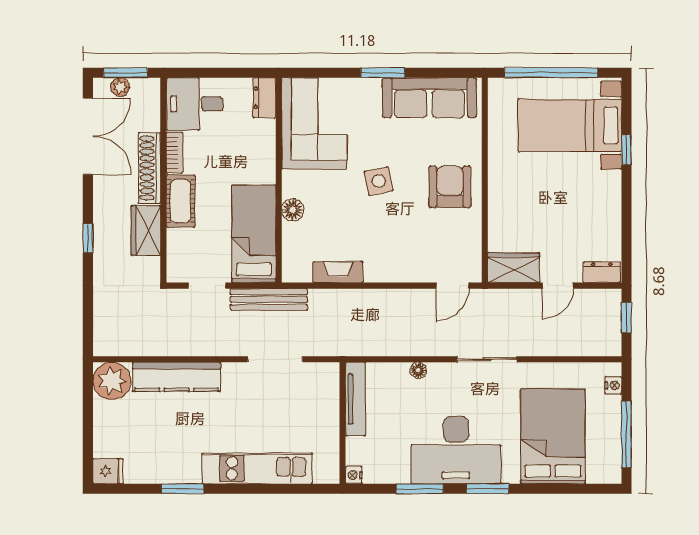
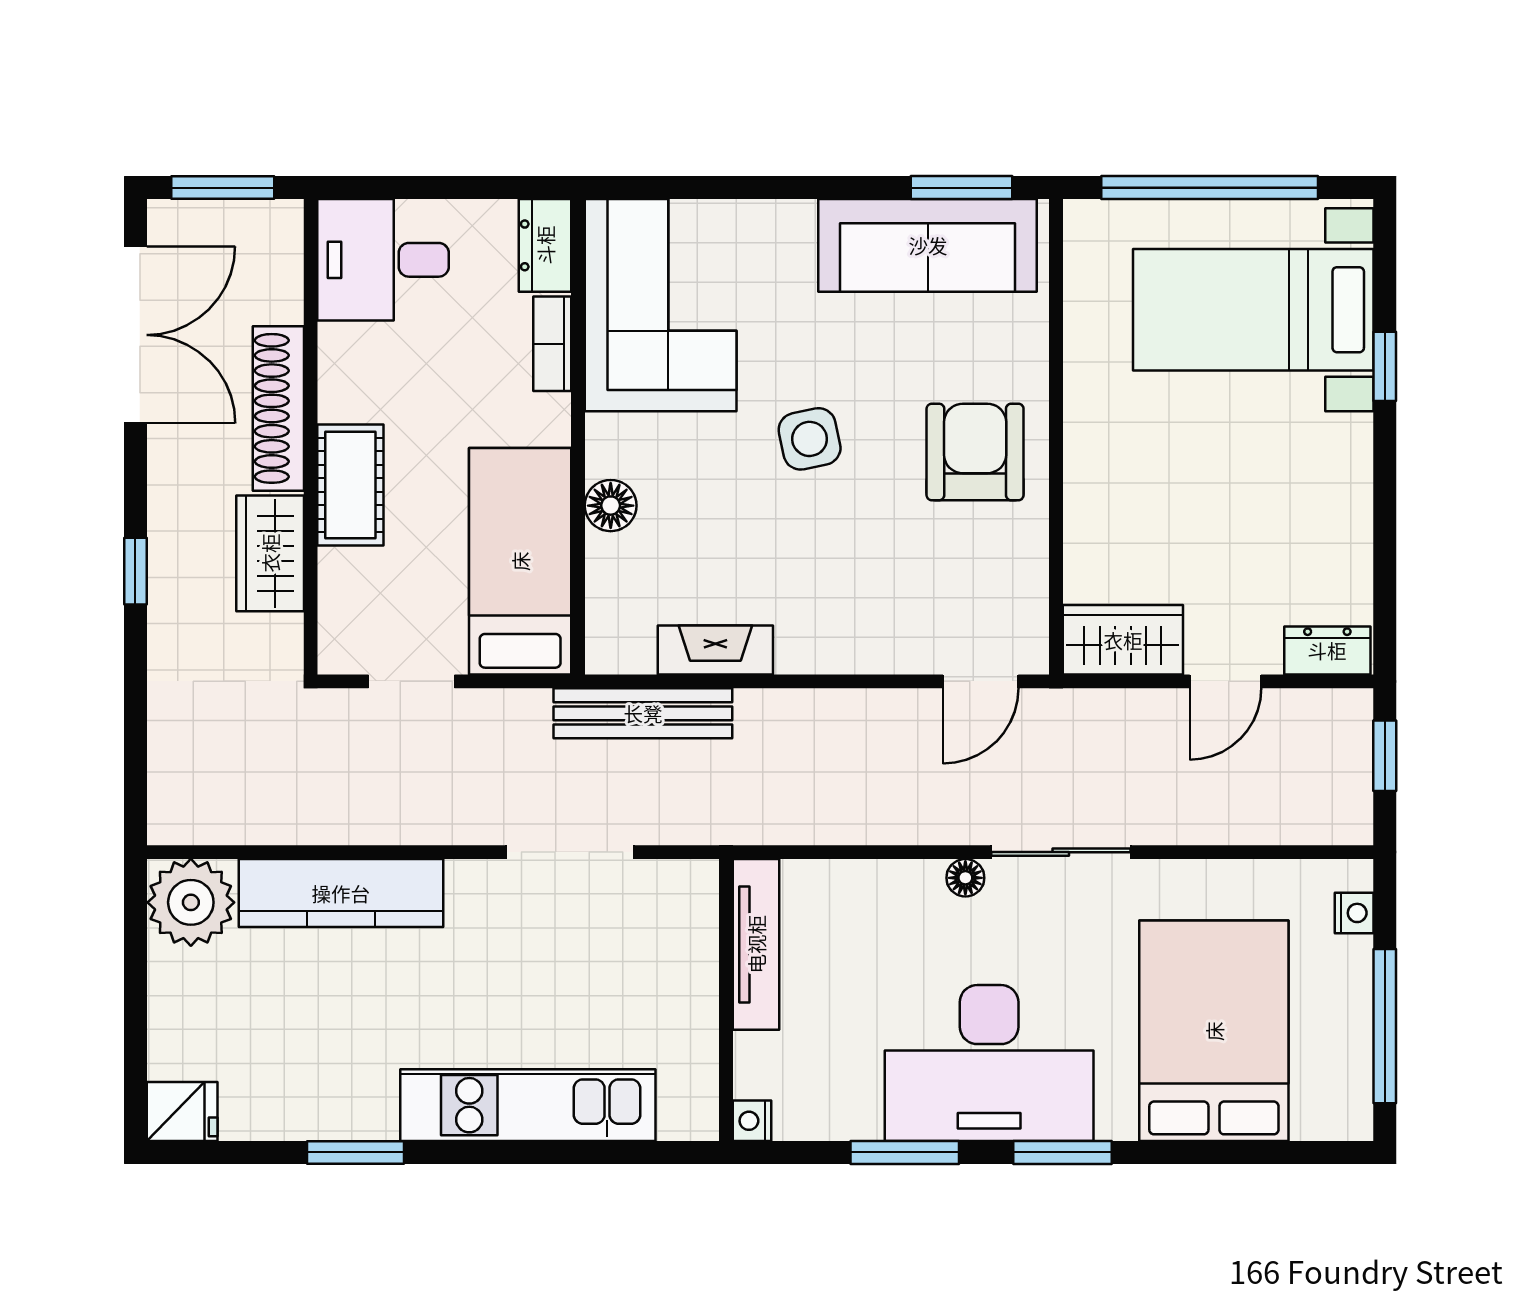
window: (383, 73) -> (961, 188), moved
plant: (120, 87) -> (210, 221), removed
bookcase: (175, 152) -> (552, 344), moved, turned 180
bench: (269, 299) -> (643, 713), moved
floor lamp: (418, 370) -> (965, 878), moved

